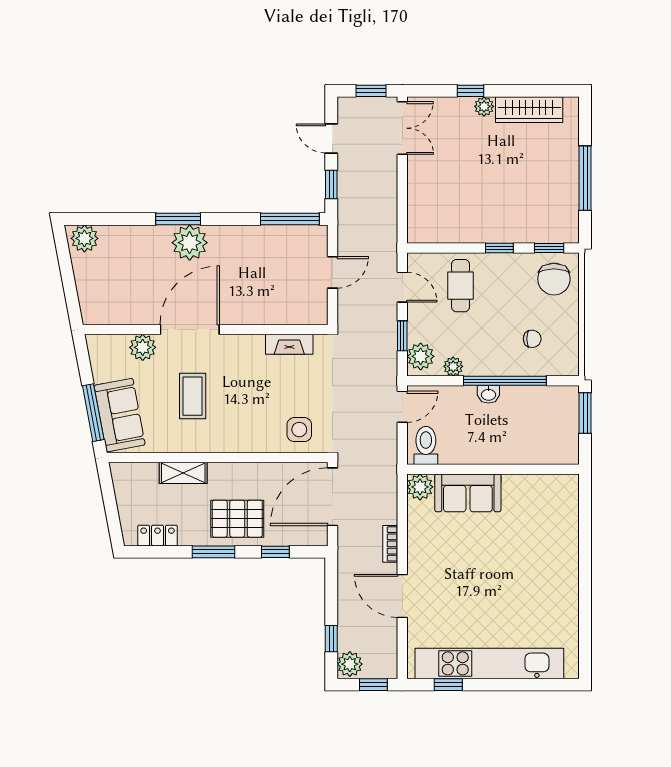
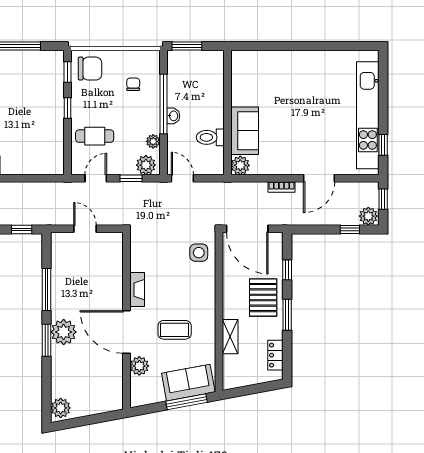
window: (290, 219) -> (46, 290), moved
fireplace: (289, 344) -> (137, 290), moved
toilet: (426, 445) -> (210, 137), moved

